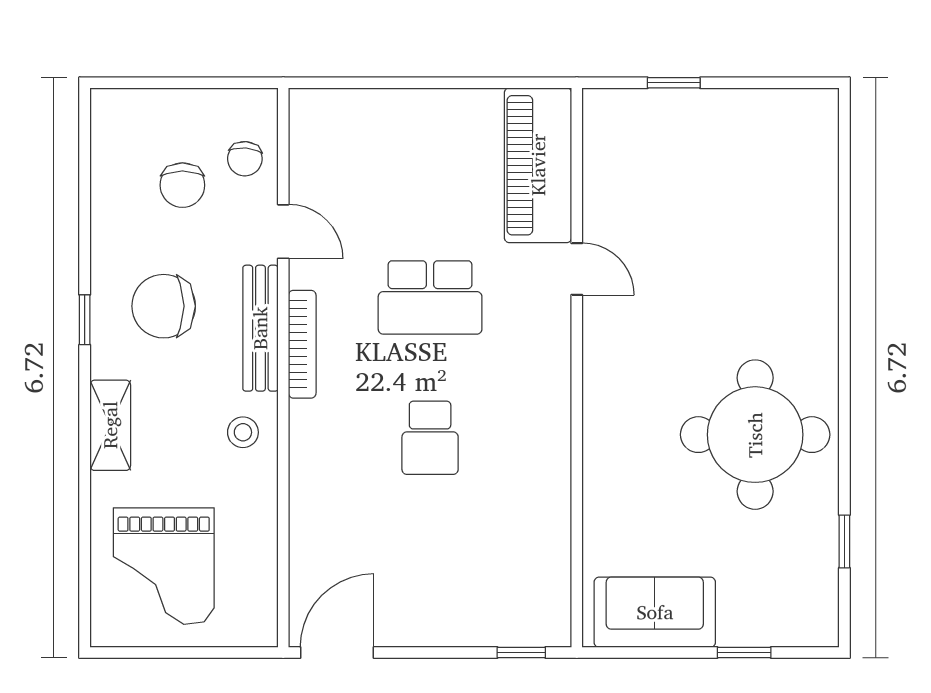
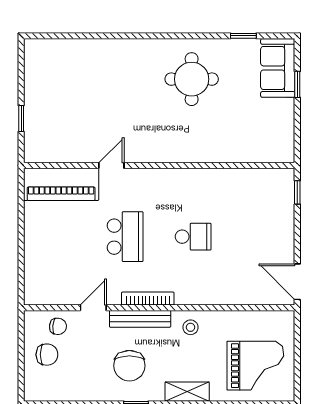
chair: (182, 185) -> (47, 355), moved
round table: (755, 435) -> (192, 79), width x0.73, depth x0.73
sofa: (655, 612) -> (278, 68), moved

